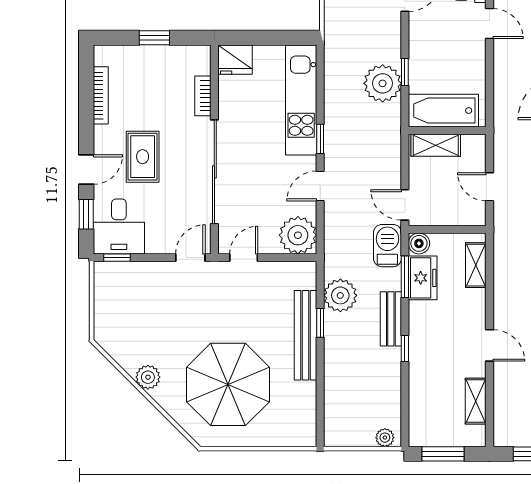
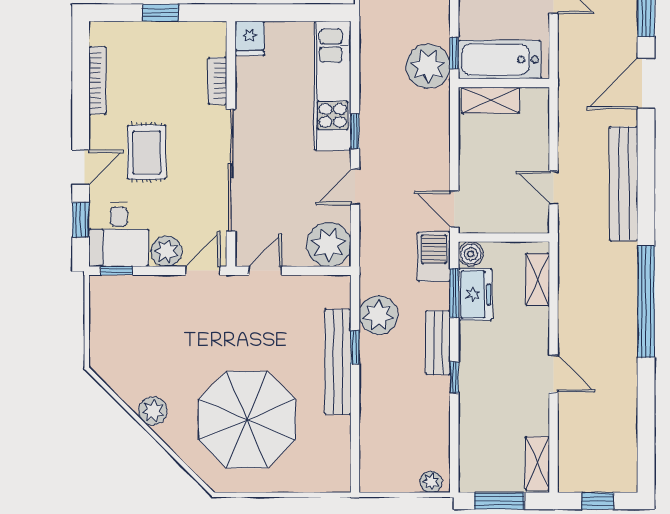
fridge: (235, 60) -> (250, 38), width x0.72
bathtub: (443, 111) -> (500, 60), moved
wall: (447, 131) -> (504, 83), moved
shelving: (436, 145) -> (491, 100), moved
plant: (159, 241) -> (166, 251), added
shelving: (476, 401) -> (537, 463), moved

